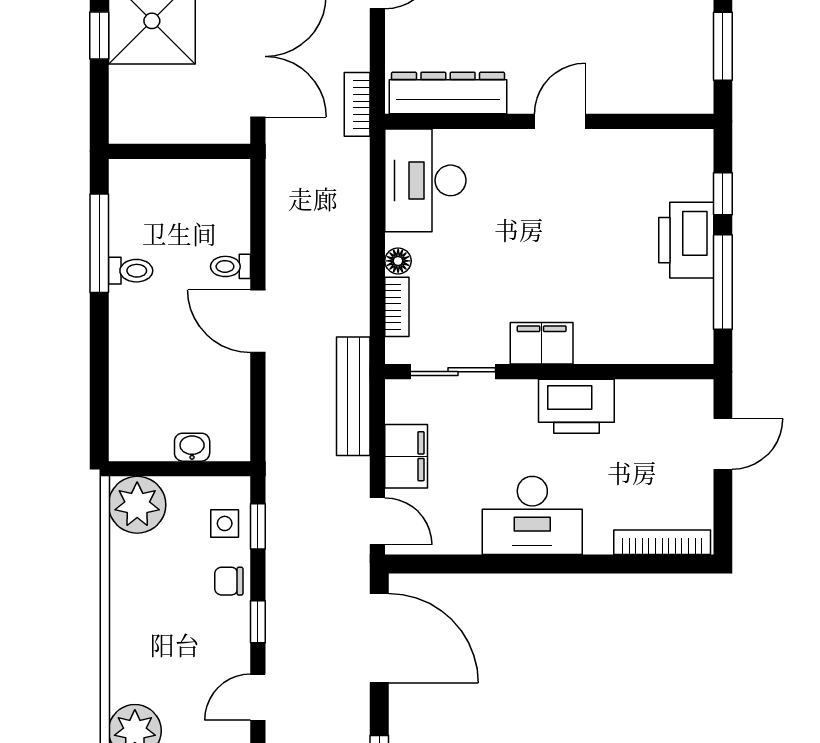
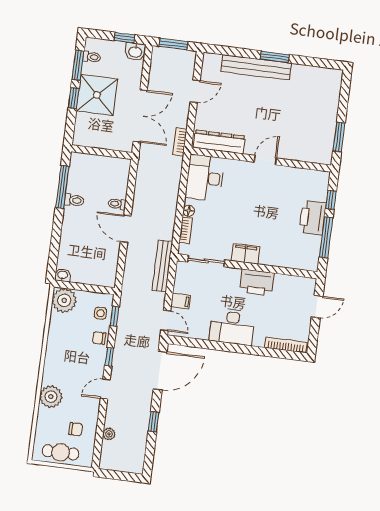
washbasin: (192, 447) -> (63, 275), moved
filing cabinet: (406, 456) -> (181, 301), width x0.50
door: (379, 638) -> (160, 371), hinge flipped

